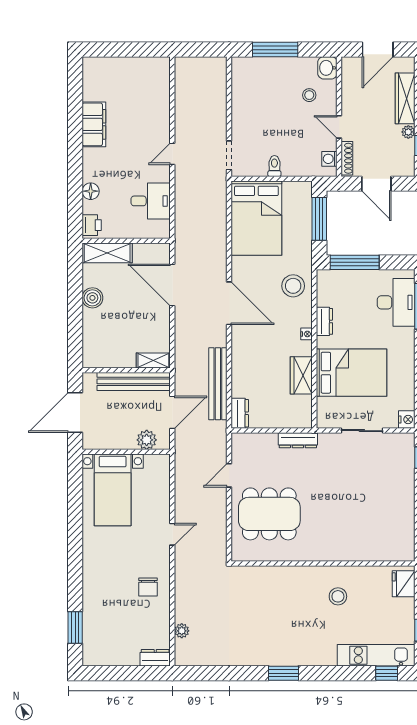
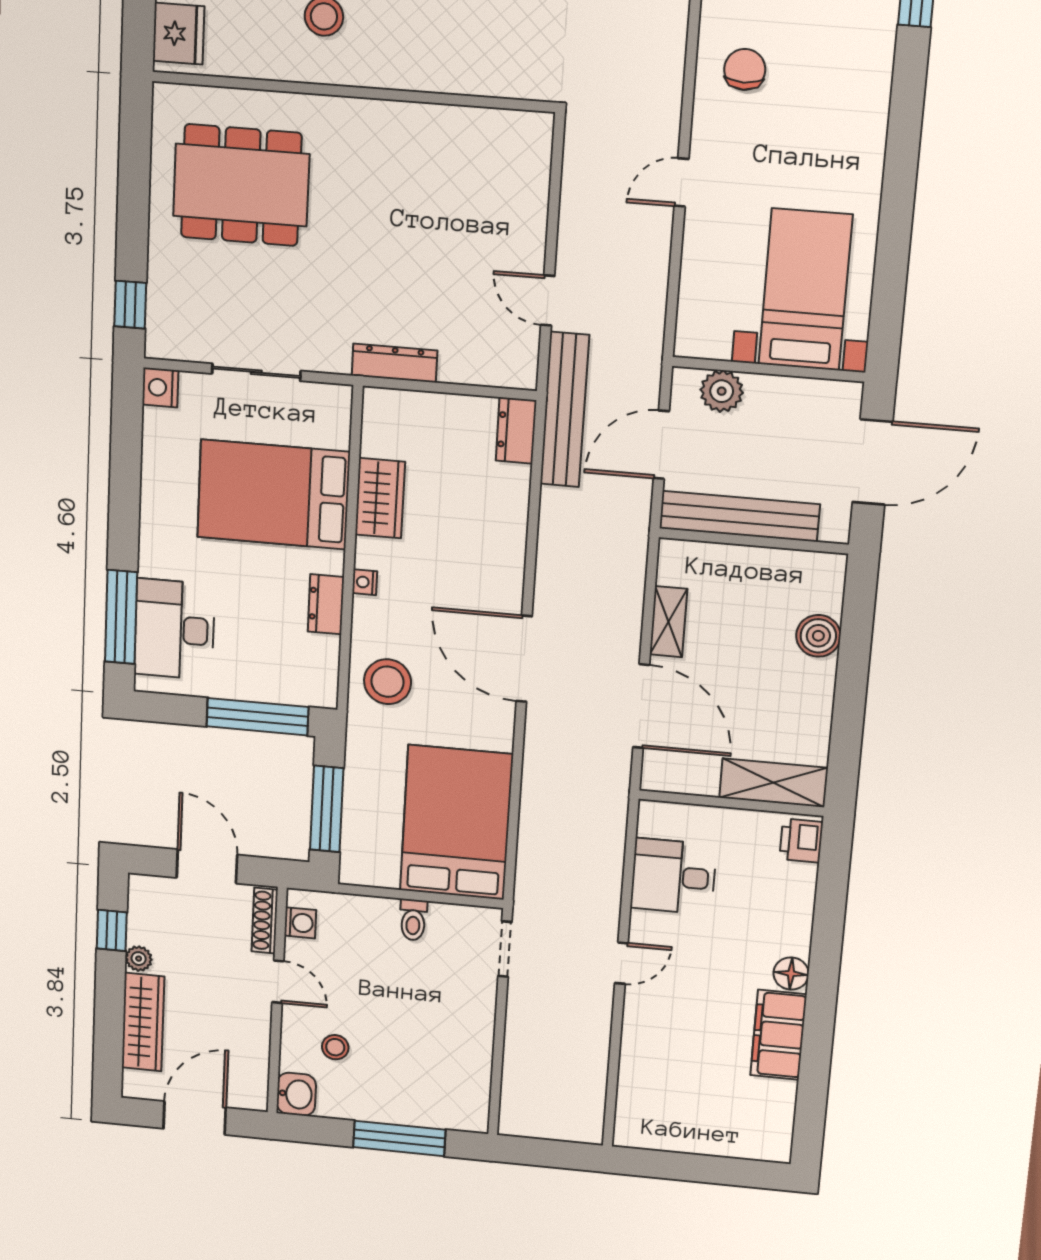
floor lamp: (91, 191) -> (791, 974), moved
boiler: (92, 298) -> (818, 636), moved
shelving: (153, 361) -> (669, 622), moved, turned 90
bench: (218, 384) -> (565, 410), moved
door: (229, 475) -> (548, 300), swing flipped
dining table: (269, 514) -> (241, 185), moved

